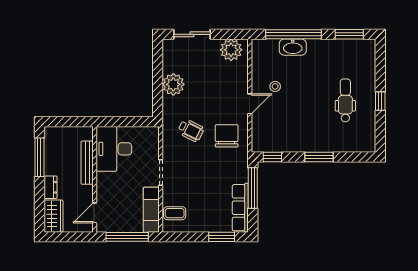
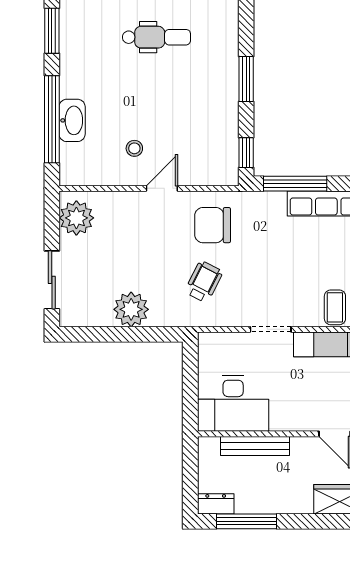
dental chair: (345, 100) -> (157, 37), turned 180
door: (250, 104) -> (162, 188), hinge flipped
dresser: (50, 187) -> (216, 504), moved

